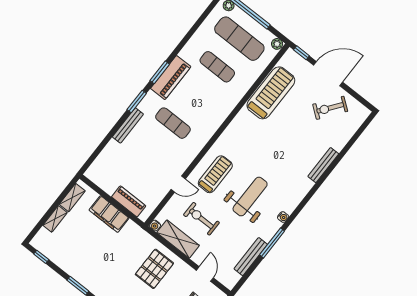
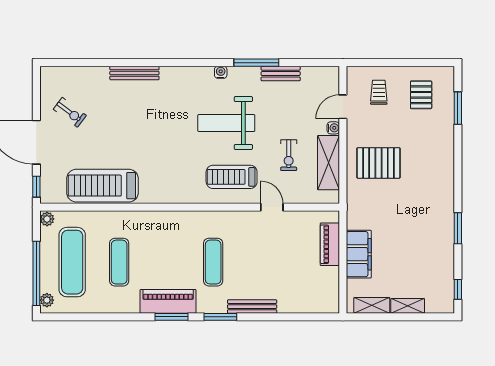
exercise bike: (330, 108) -> (70, 112), width x0.73, depth x0.72
exercise bike: (201, 219) -> (289, 155), width x0.73, depth x0.72
water cooler: (155, 225) -> (333, 128), moved
bench: (251, 257) -> (281, 74), width x0.73

